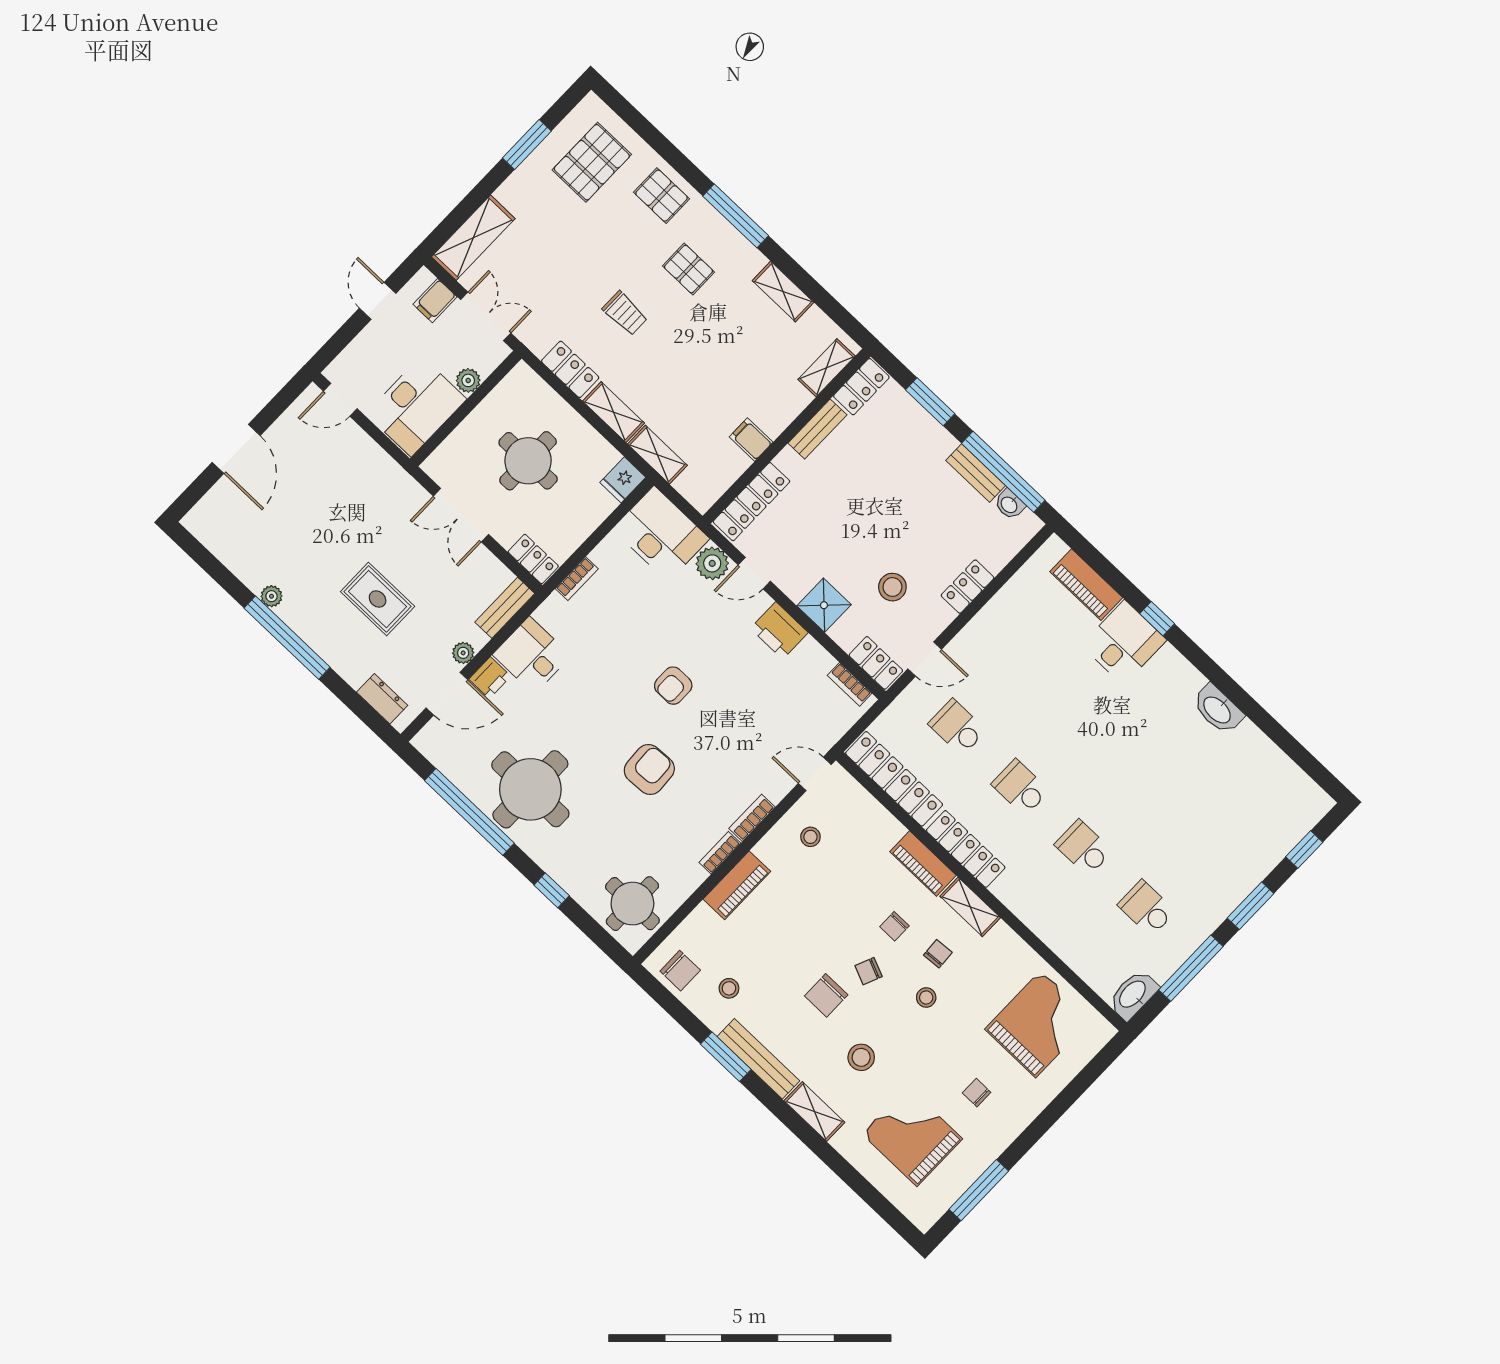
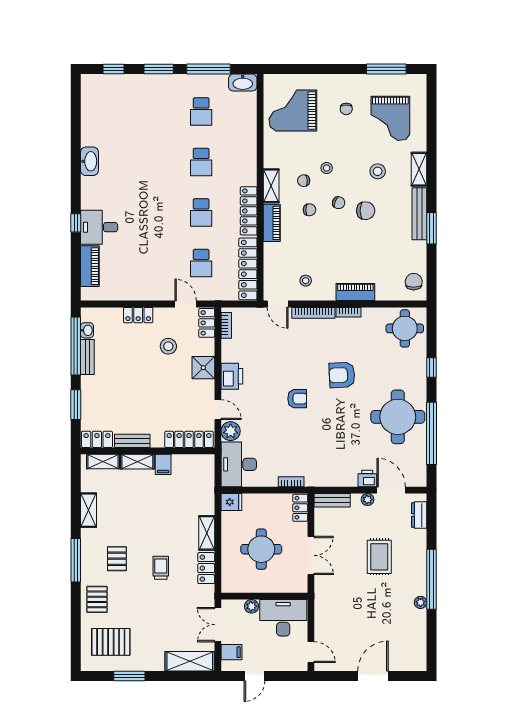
shelving: (657, 455) -> (137, 462), moved, turned 90
desk: (532, 655) -> (341, 470), removed
bookcase: (752, 818) -> (313, 313), width x1.56
stool: (729, 988) -> (402, 254), removed

